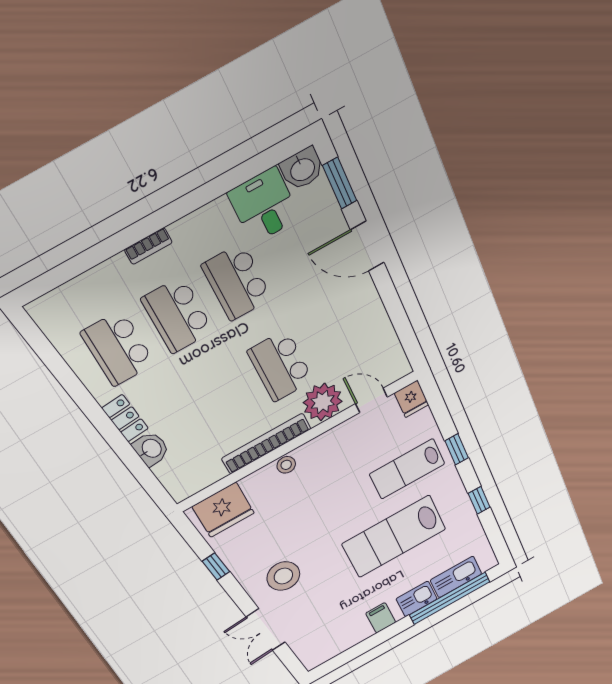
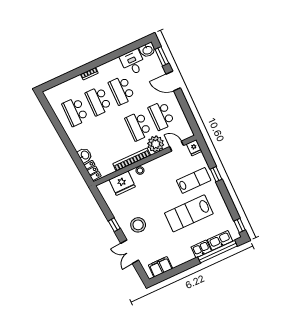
school desk: (337, 334) -> (161, 116), added
locker: (125, 418) -> (93, 170), moved
lab bench: (407, 469) -> (194, 180), turned 180
window: (479, 500) -> (240, 225), moved
fridge: (223, 510) -> (122, 183), moved
window: (216, 566) -> (114, 225), moved
filing cabinet: (381, 618) -> (160, 267), moved, width x2.00

